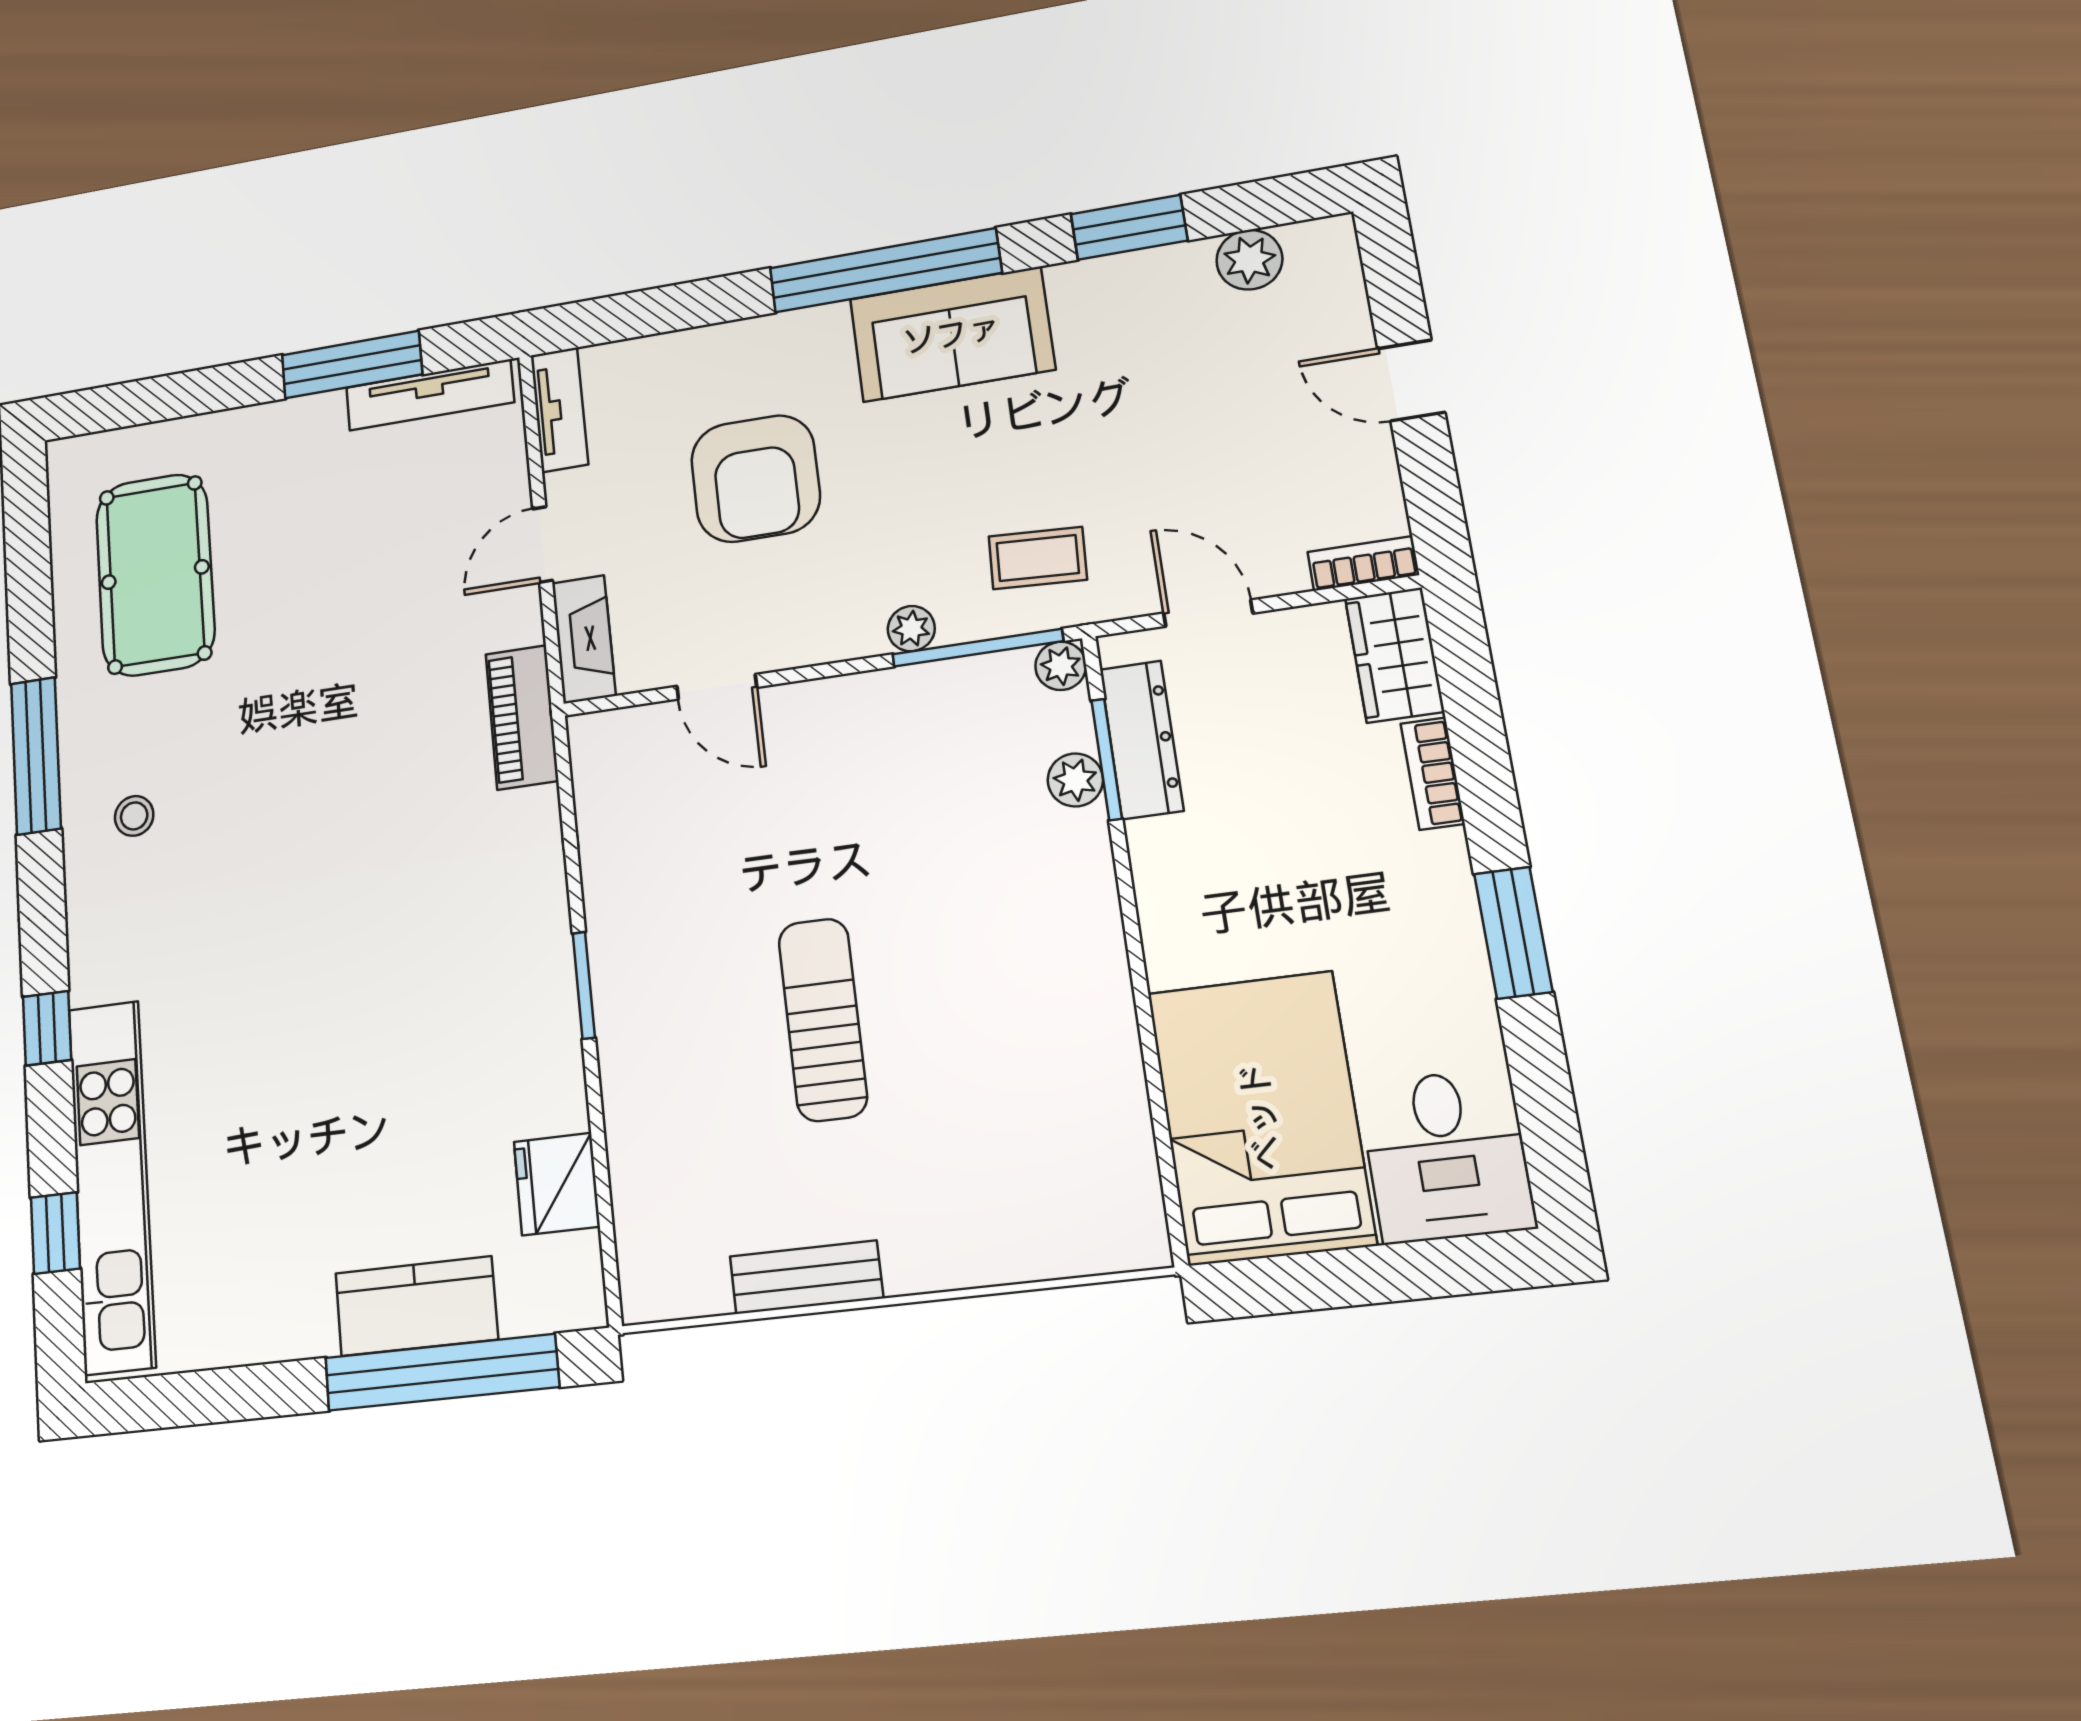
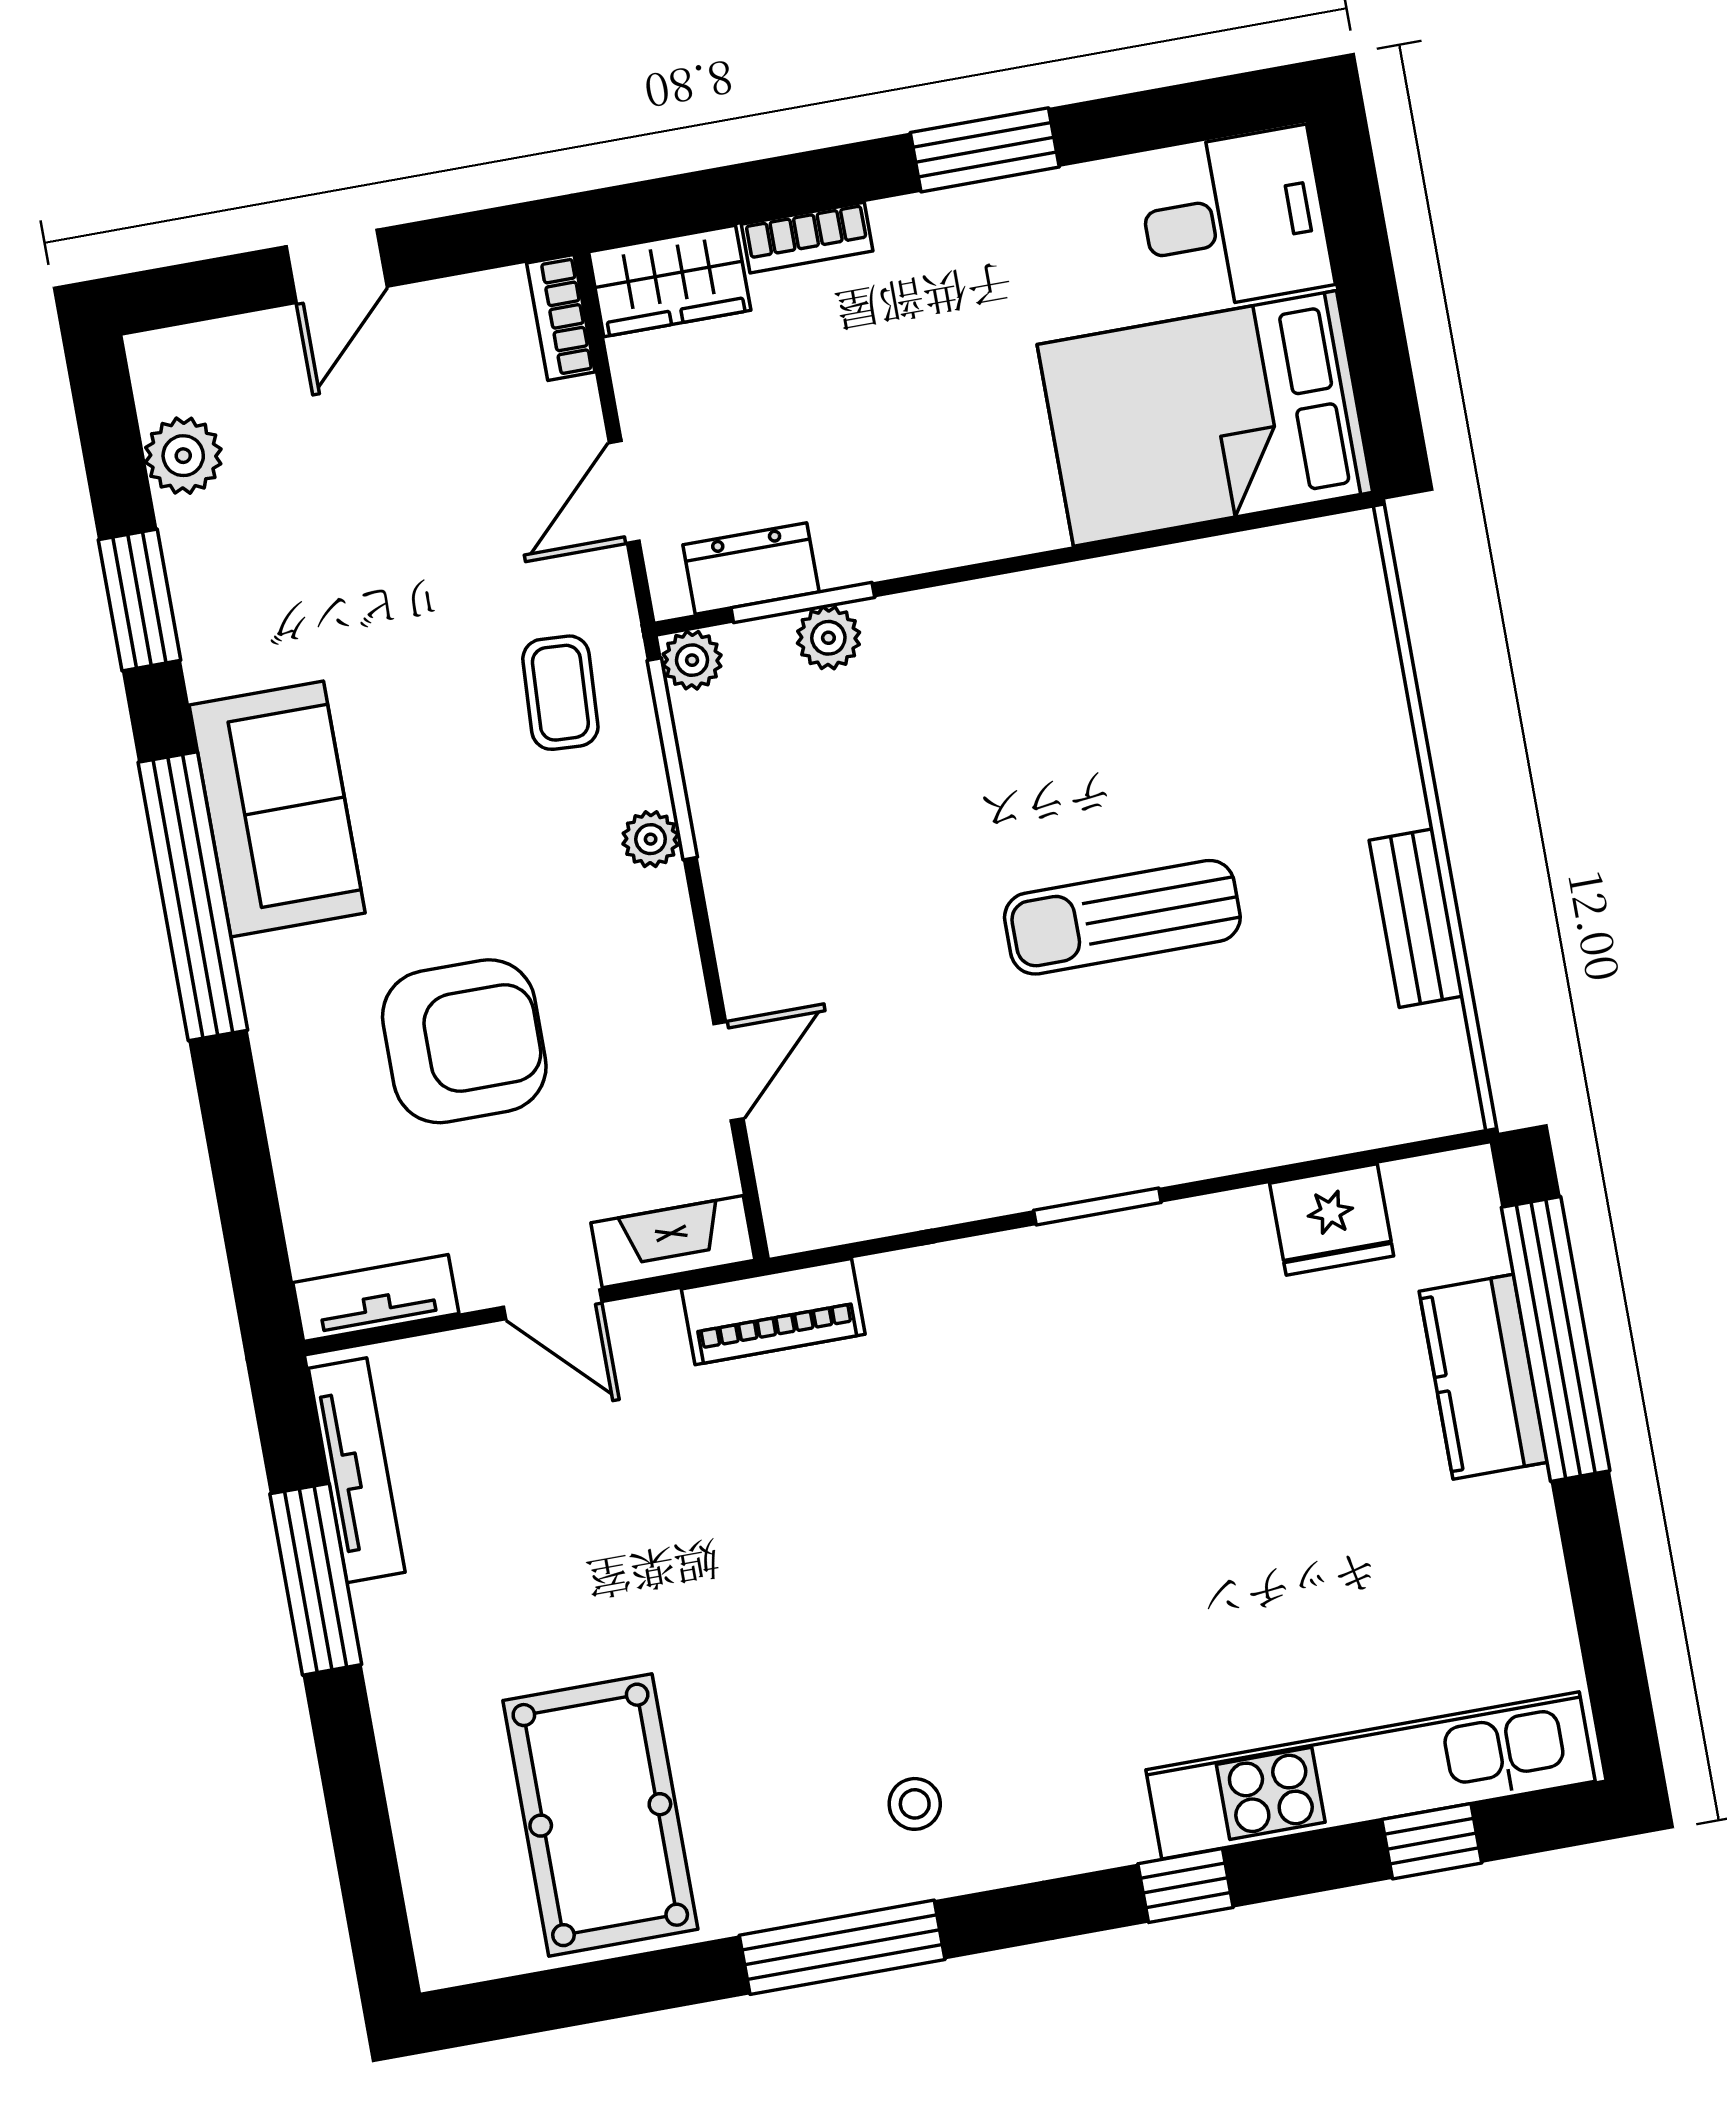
pool table: (155, 575) -> (600, 1815), turned 90
dresser: (1142, 740) -> (751, 568), width x0.70

